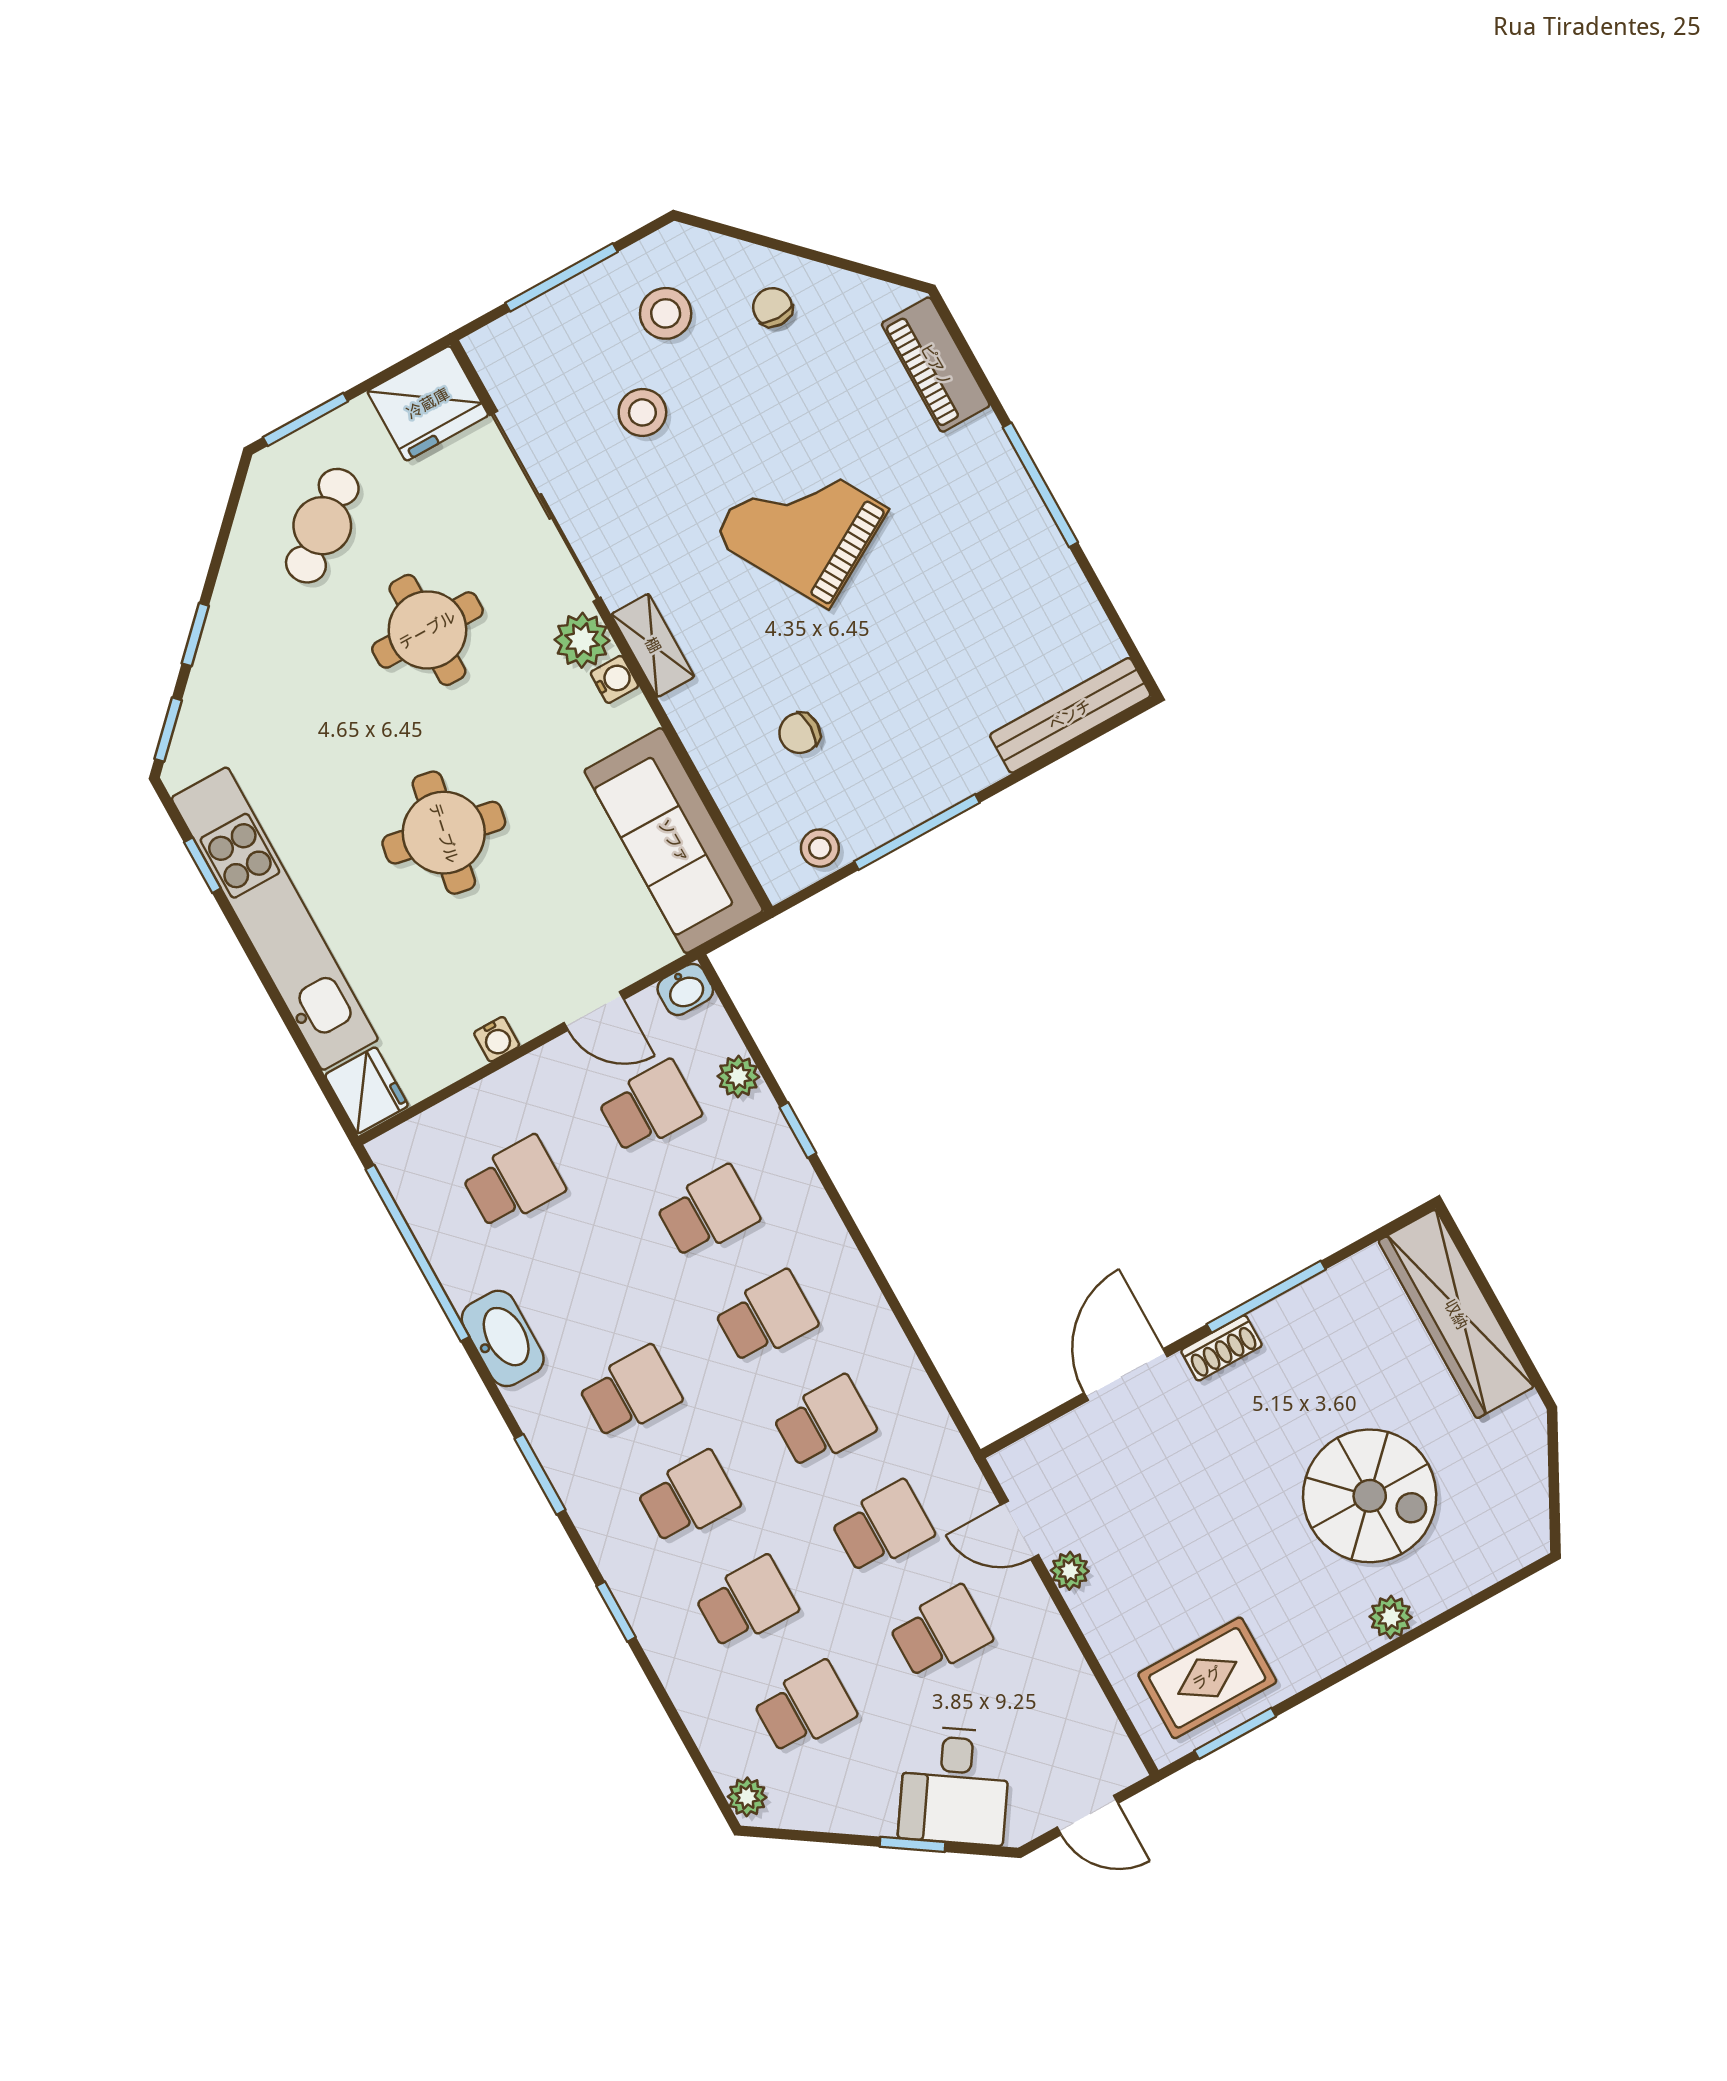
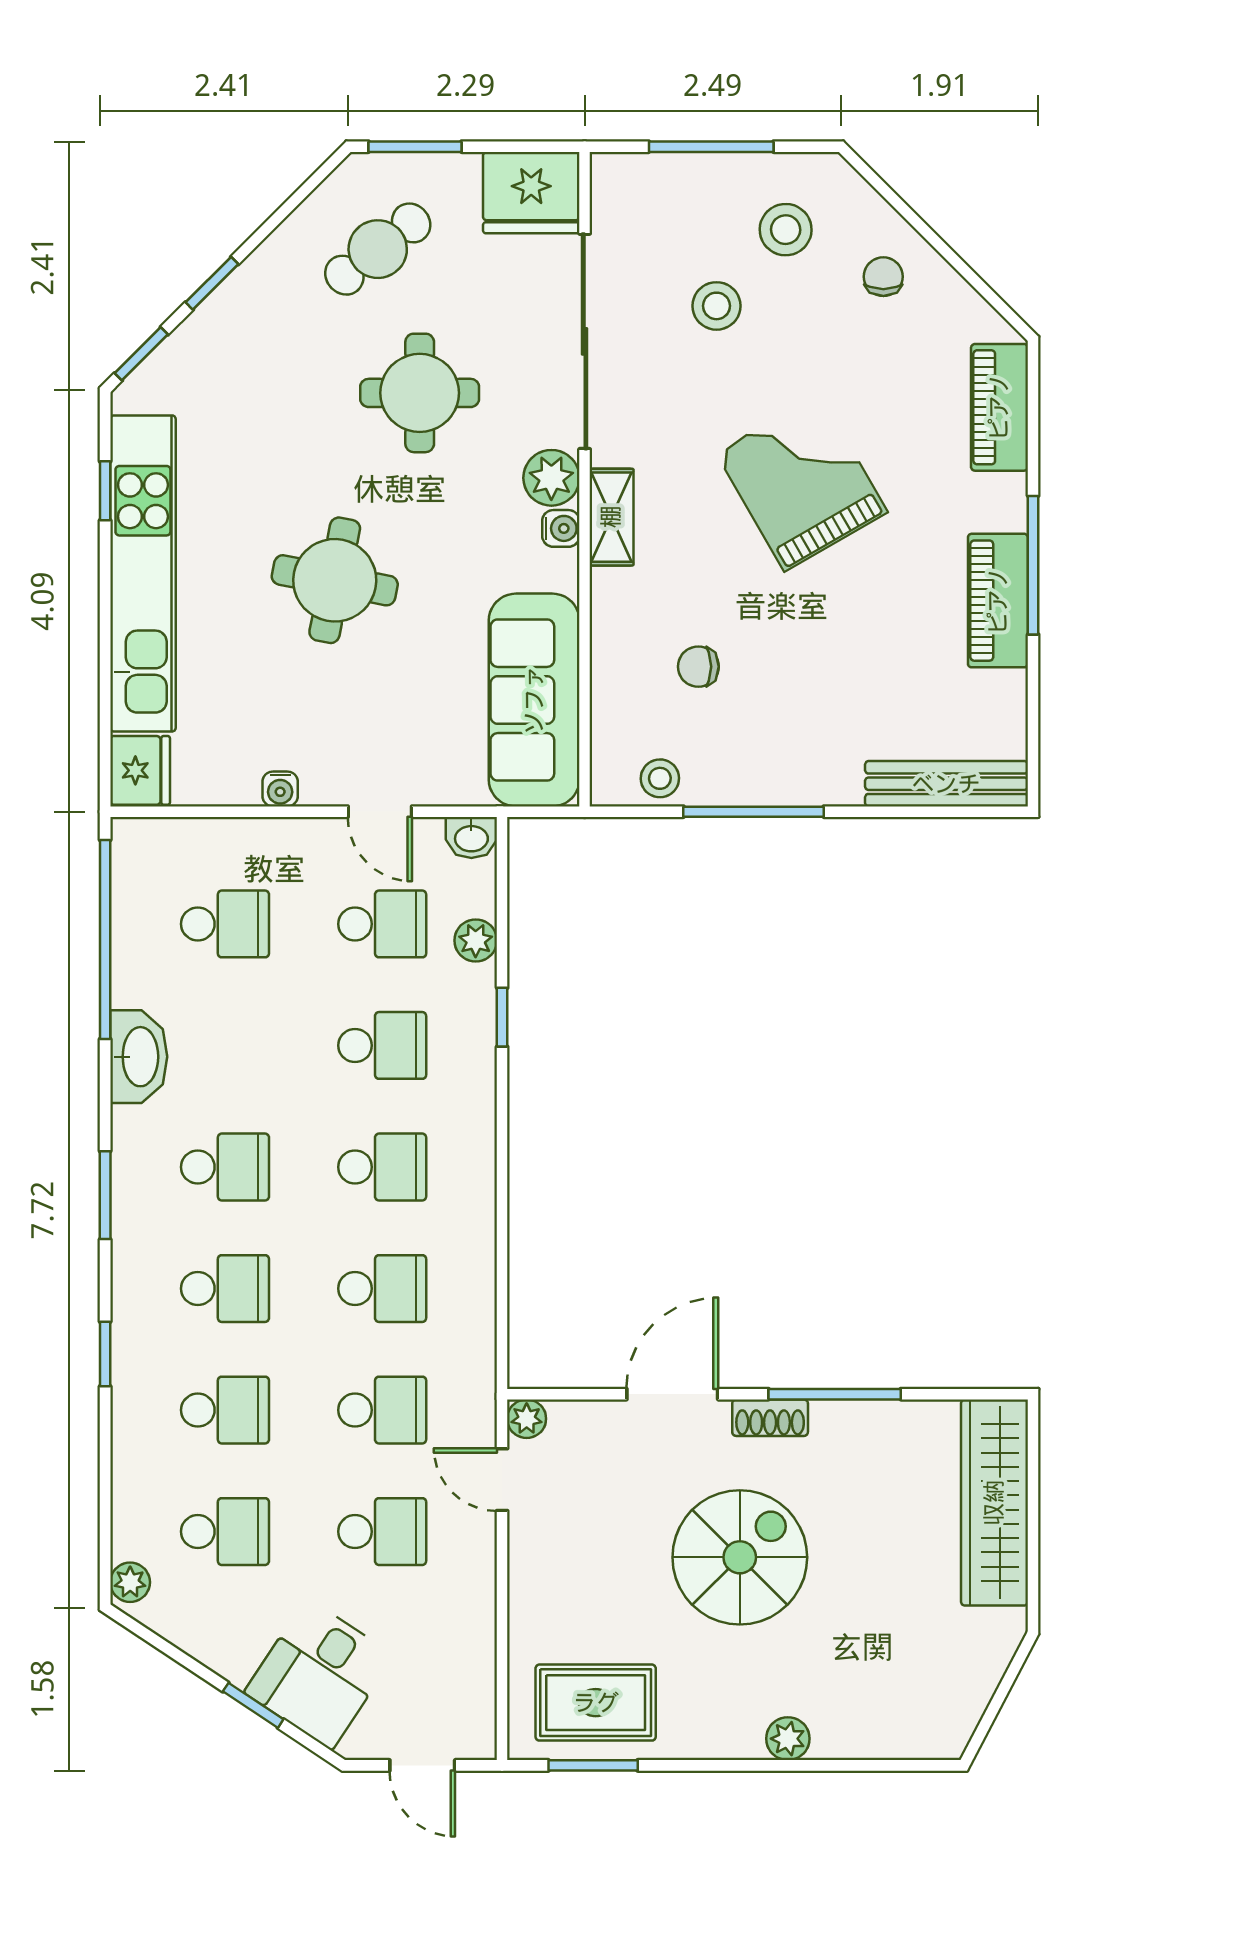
piano: (1027, 532) -> (998, 601), added
spiral stairs: (1370, 1496) -> (740, 1557), moved, turned -90
plant: (1070, 1571) -> (527, 1419), moved

